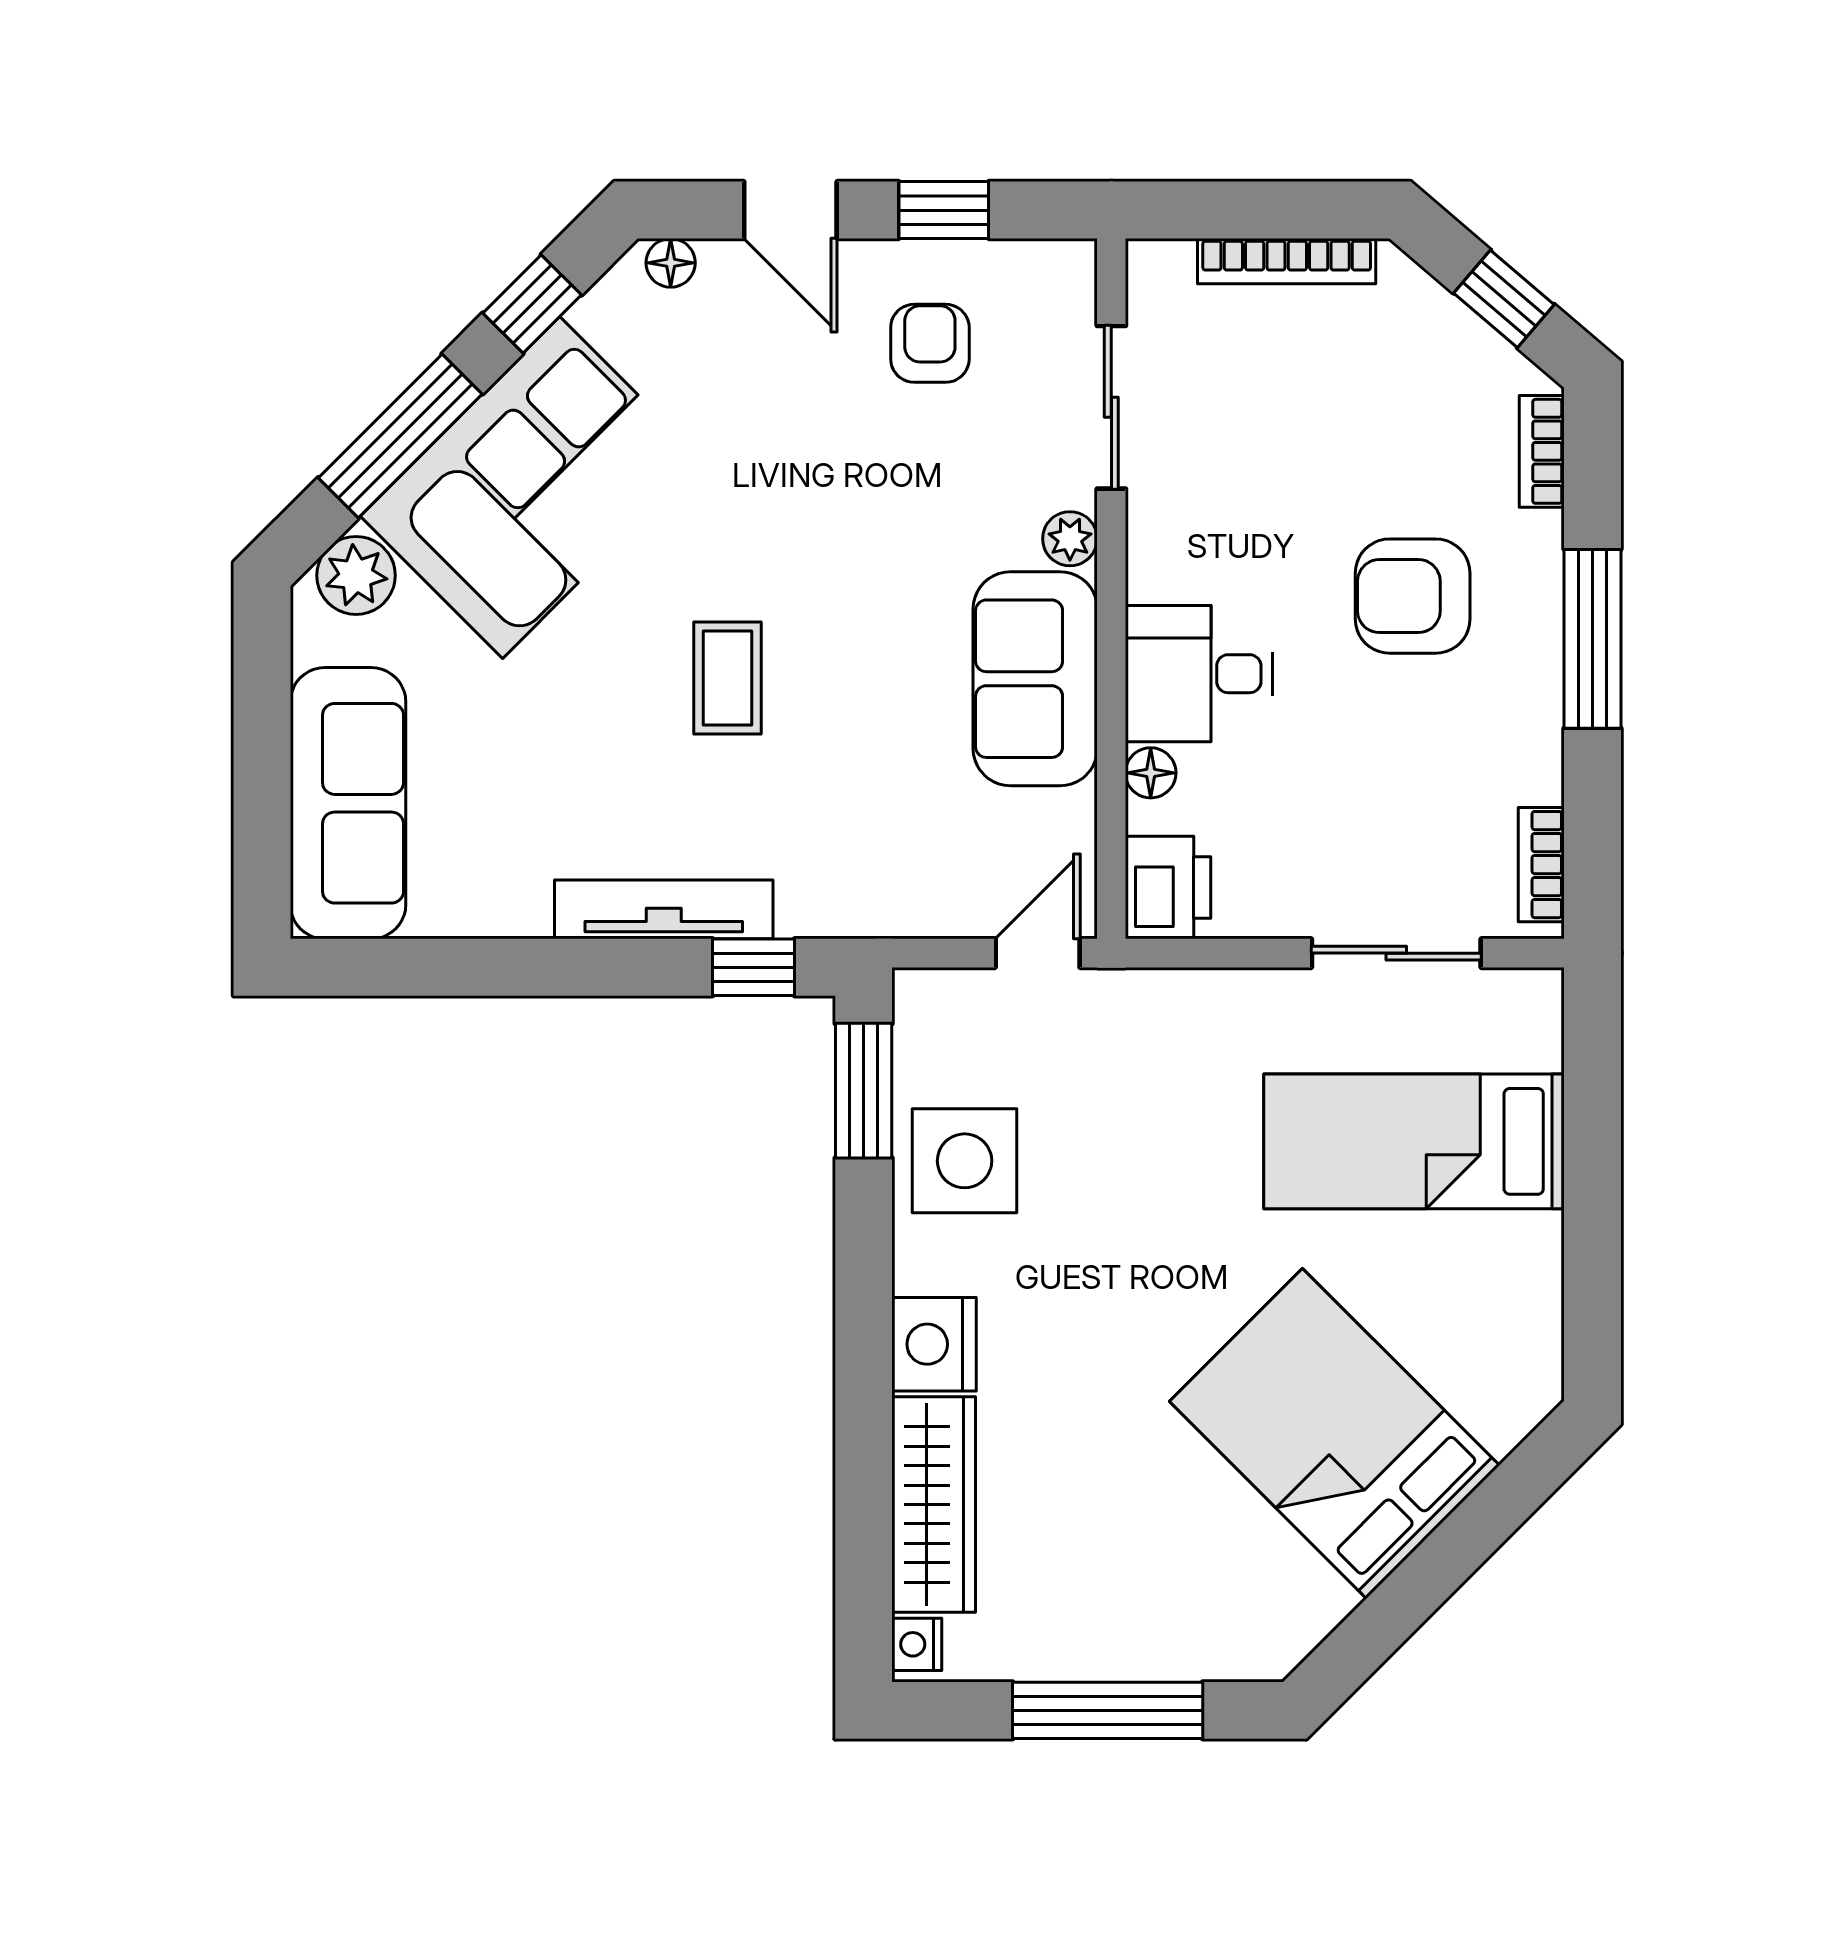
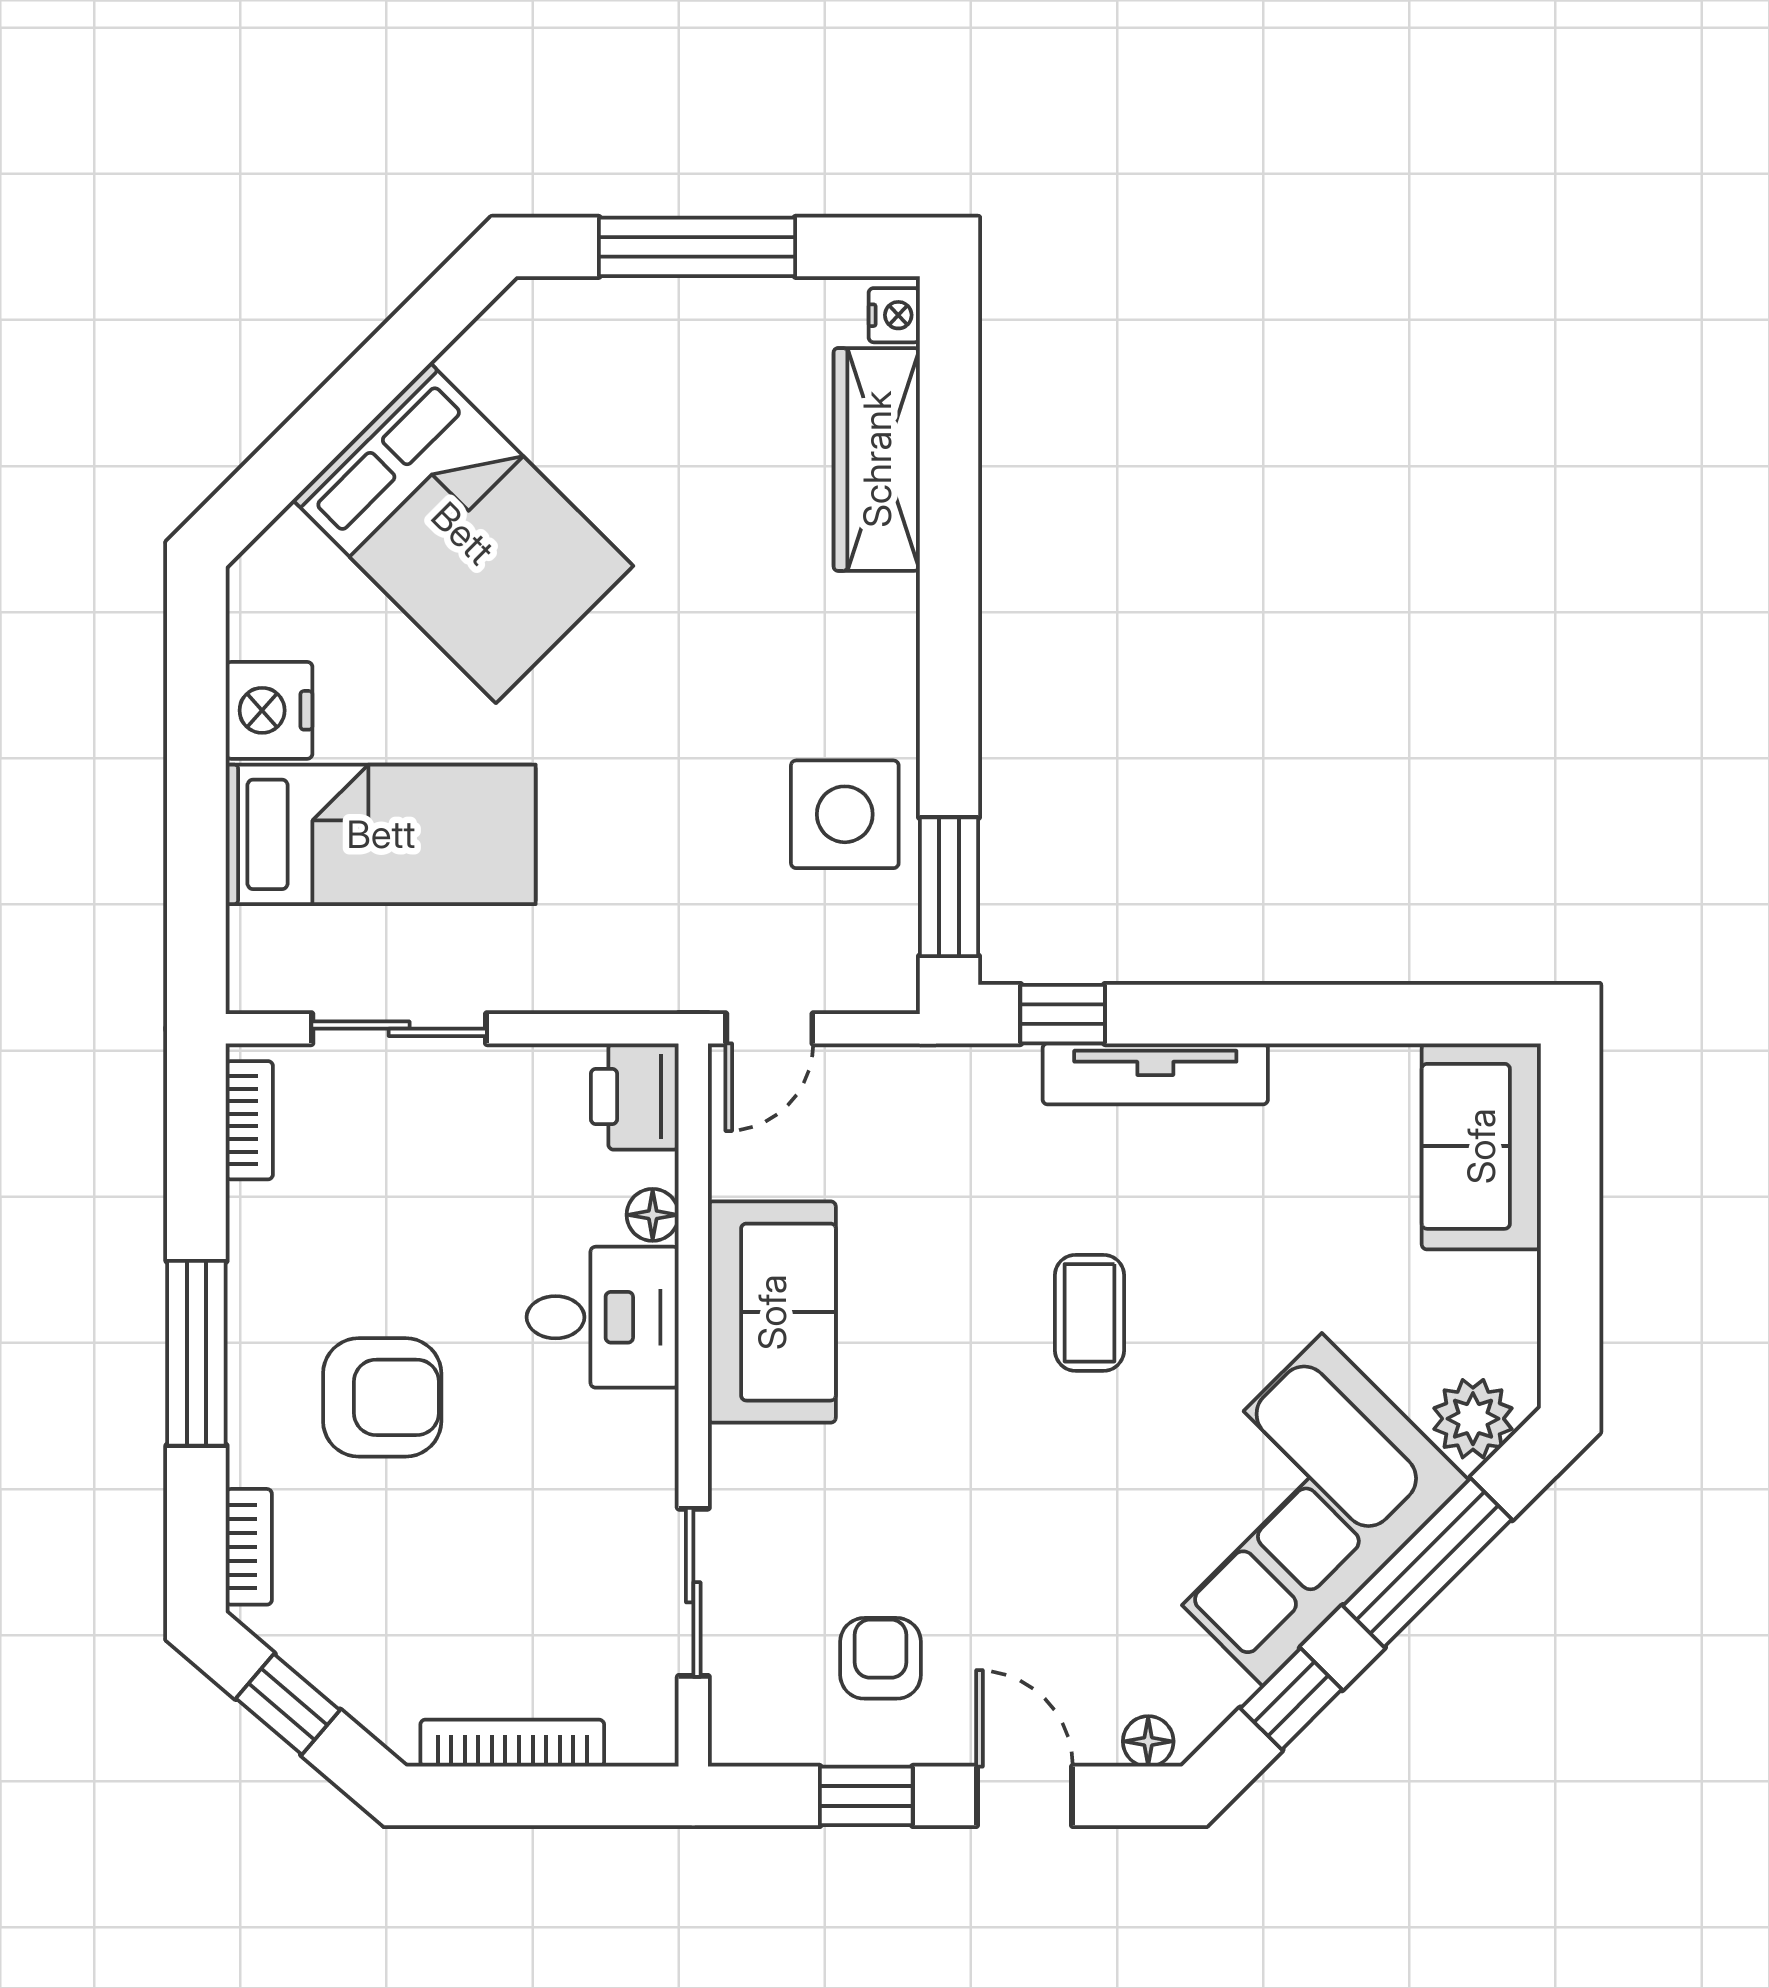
armchair: (930, 343) -> (881, 1658), turned 180
plant: (1070, 539) -> (736, 1457), removed
sofa: (348, 803) -> (1481, 1146), width x0.73
nightstand: (934, 1344) -> (269, 710), moved, turned 180

